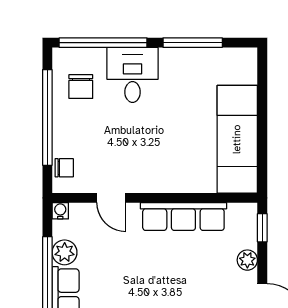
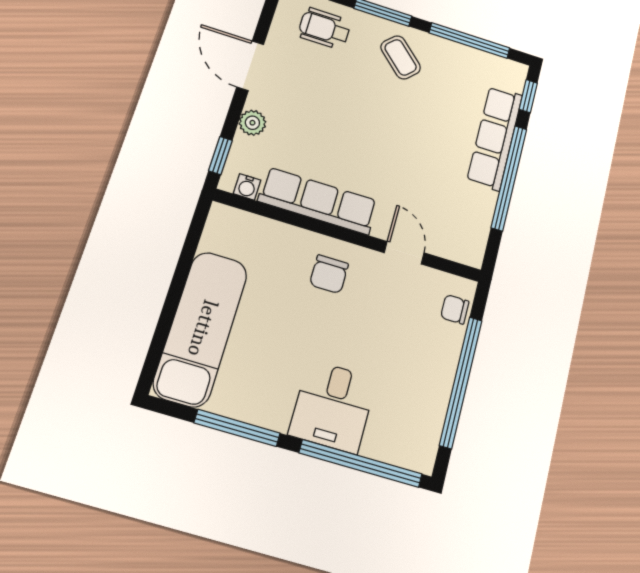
chair: (81, 87) -> (329, 274), moved, turned 180
exam couch: (237, 139) -> (201, 328), moved
water cooler: (60, 211) -> (247, 187), moved
plant: (65, 252) -> (480, 204), removed

